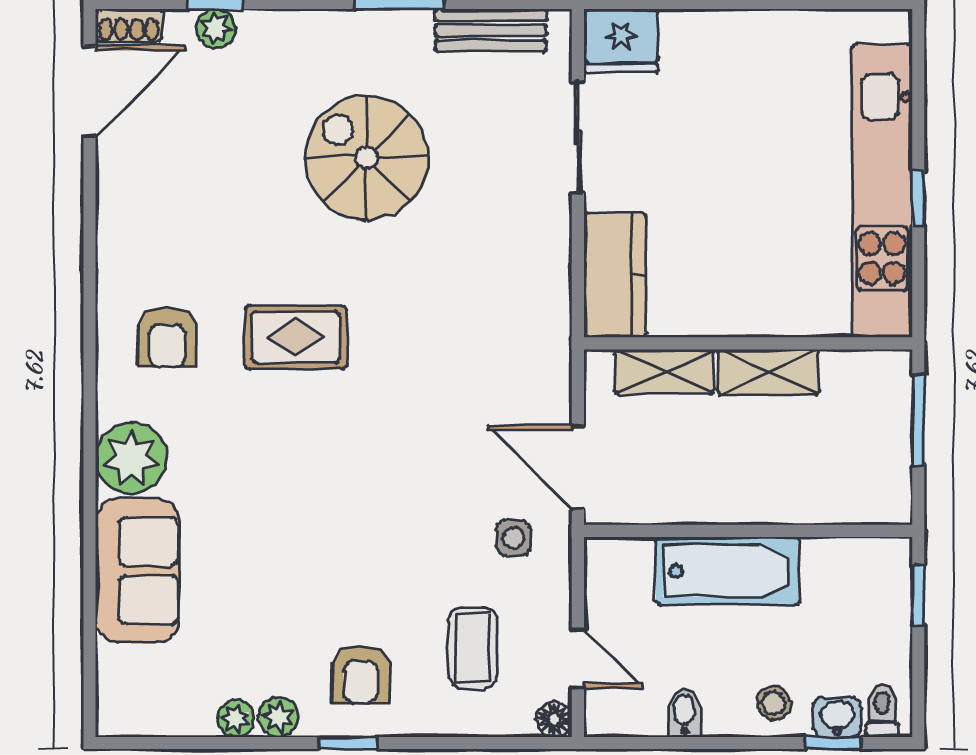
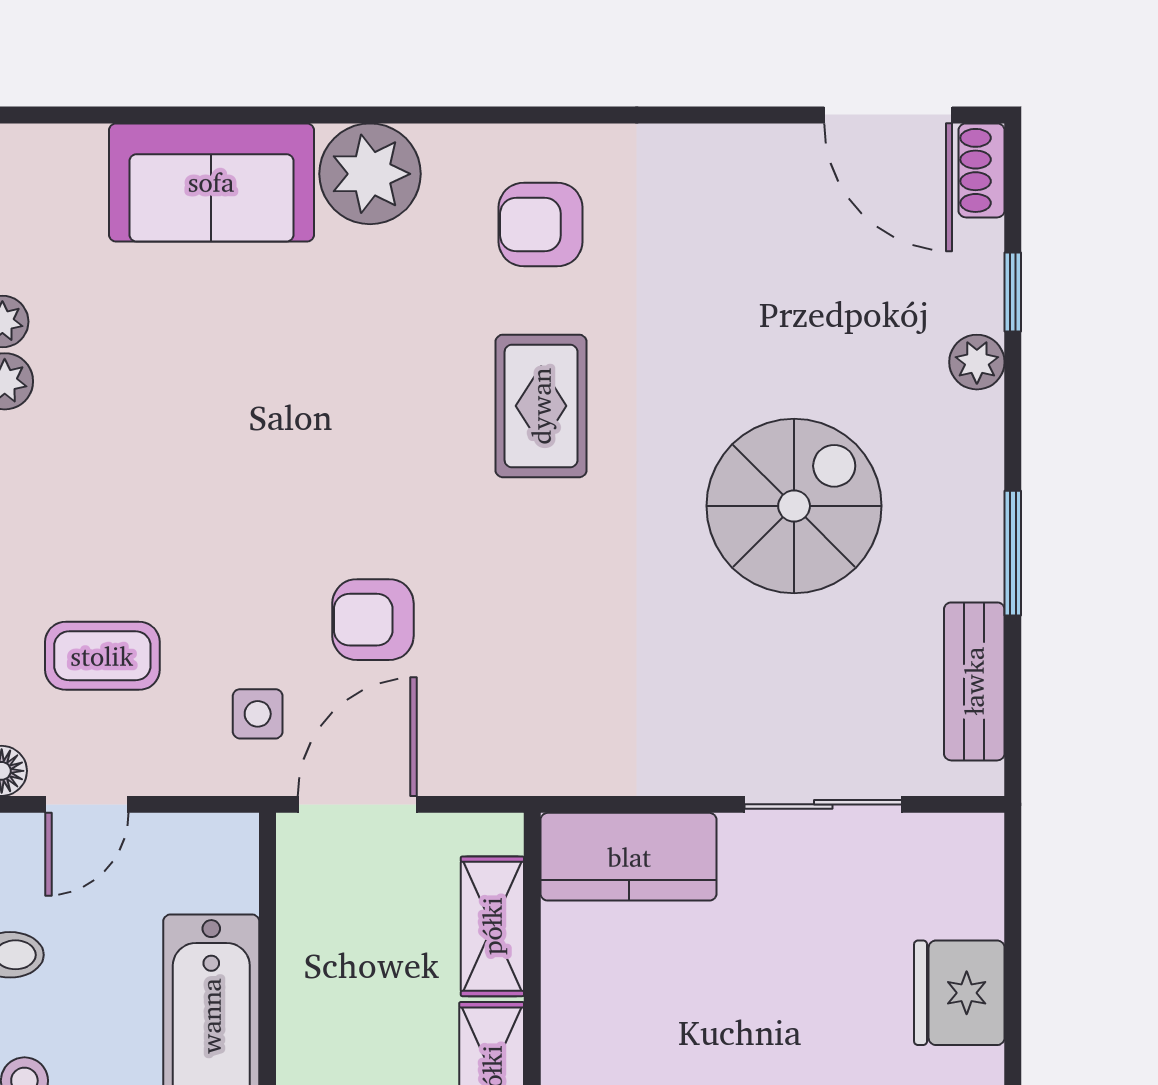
plant: (216, 28) -> (977, 362), moved
fridge: (621, 41) -> (959, 993), moved
armchair: (361, 674) -> (373, 620), moved

